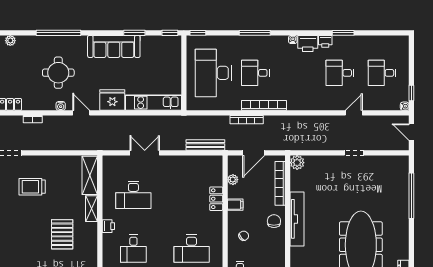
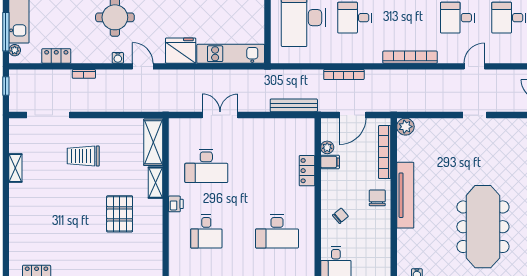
bookcase: (264, 105) -> (410, 57), moved
filing cabinet: (235, 205) -> (330, 162), moved

